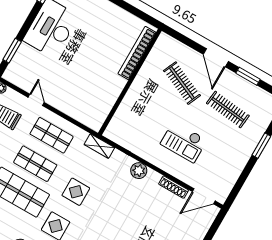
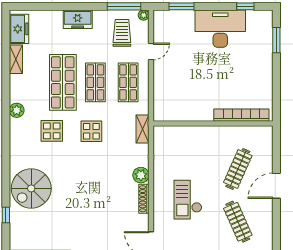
window: (248, 76) -> (276, 223), removed
clothes rail: (228, 109) -> (238, 222), turned -30
shoe rack: (174, 187) -> (144, 199), moved

